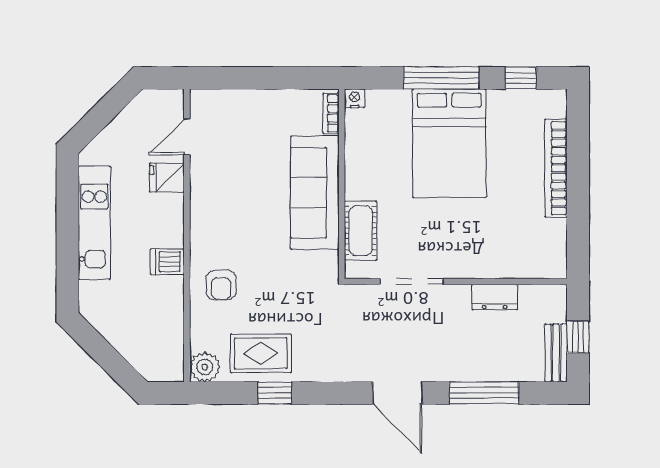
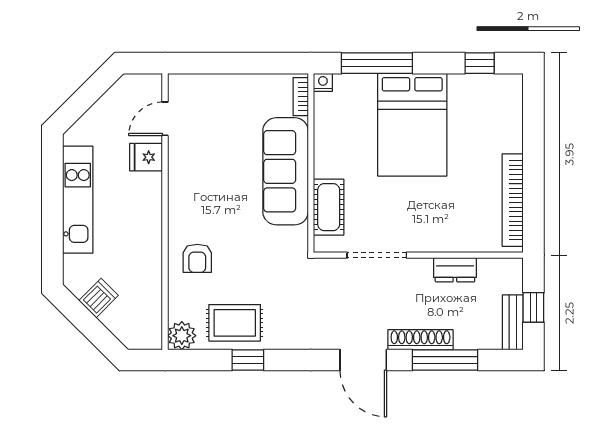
window: (441, 78) -> (377, 63), moved
bookcase: (556, 168) -> (513, 200), moved
dishwasher: (167, 262) -> (99, 298), moved, turned 135
shoe rack: (458, 371) -> (420, 340), added

